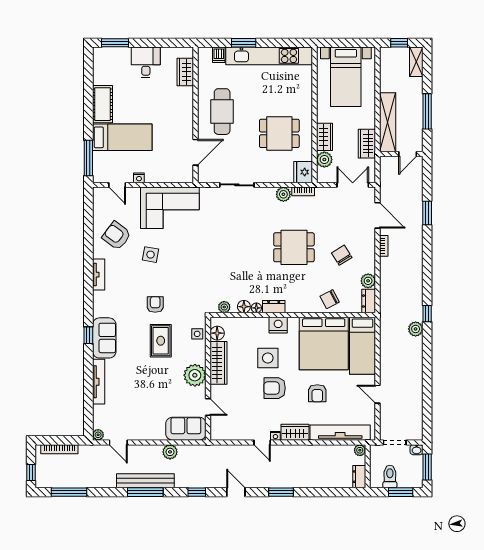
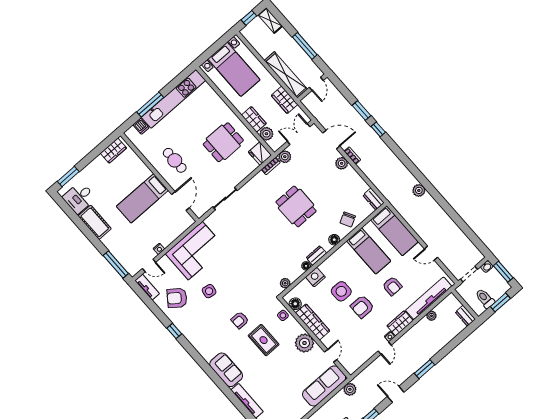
window: (244, 43) -> (150, 105), width x1.44
desk: (146, 62) -> (79, 198), moved, turned -90
wardrobe: (185, 72) -> (113, 151), moved, turned -90
cafe table: (222, 112) -> (175, 160), width x0.73, depth x0.74
bed: (122, 137) -> (142, 198), moved, turned 180
plant: (283, 194) -> (285, 157), moved
dining table: (294, 247) -> (296, 206), turned 90
chair: (342, 255) -> (331, 185), removed
tv unit: (99, 275) -> (147, 287), moved
plant: (368, 281) -> (342, 163), moved
armchair: (155, 304) -> (240, 320), turned -90
floor lamp: (244, 307) -> (334, 240), moved
window: (427, 314) -> (378, 129), moved
nightstand: (278, 325) -> (315, 277), moved
window: (88, 335) -> (174, 331), moved
bed: (324, 344) -> (369, 251), width x0.49
door: (208, 407) -> (331, 356), hinge flipped
sofa: (186, 429) -> (324, 386), width x1.36
door: (262, 442) -> (385, 348), hinge flipped
plant: (360, 450) -> (431, 316), moved
plant: (170, 452) -> (350, 389), moved

